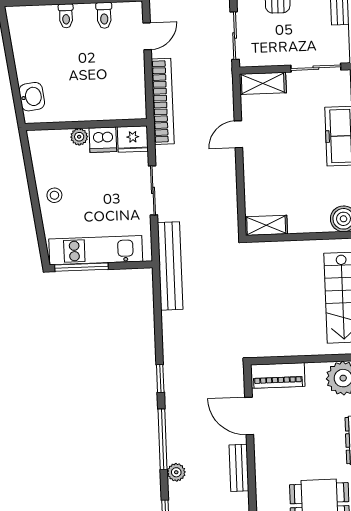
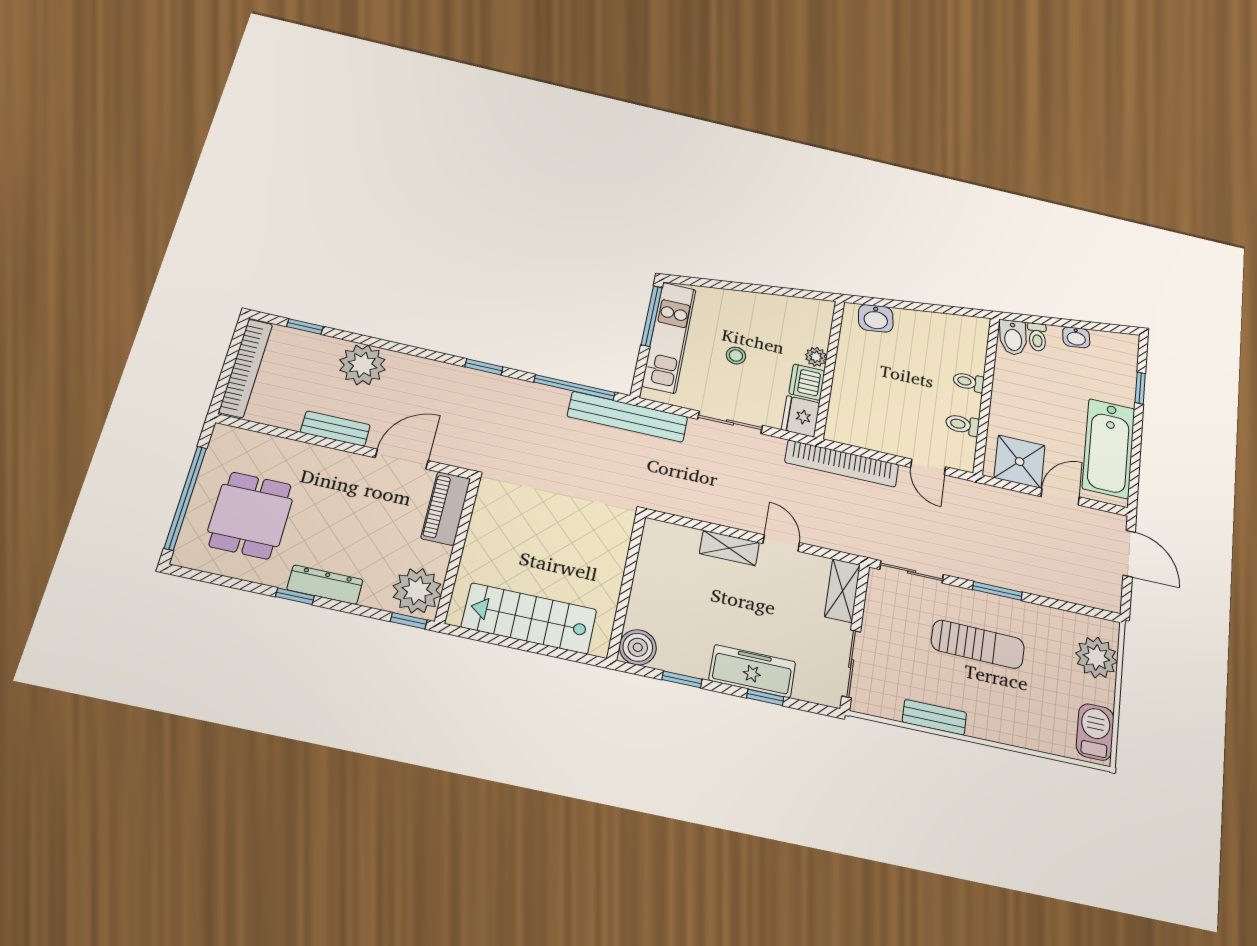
stool: (54, 195) -> (736, 356), moved
shelving: (266, 225) -> (729, 548), moved, turned 90
window: (163, 439) -> (574, 387), moved
plant: (176, 472) -> (363, 365), width x1.88, depth x1.88

